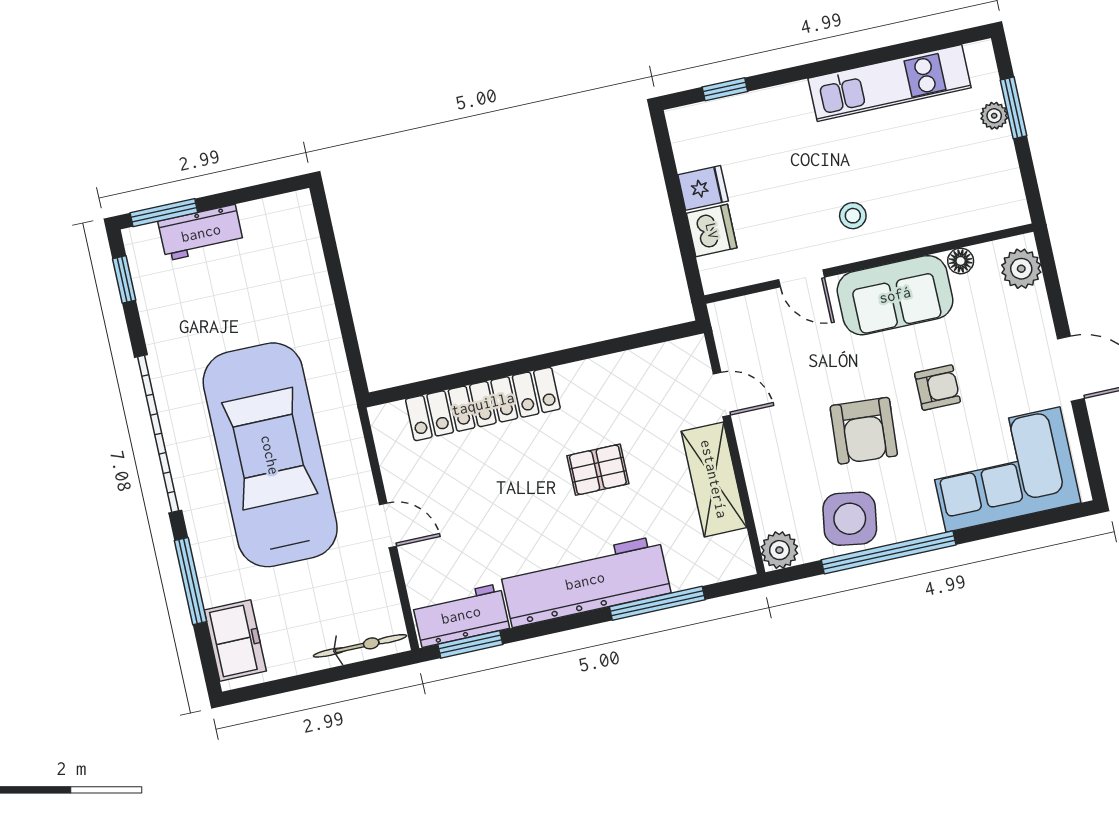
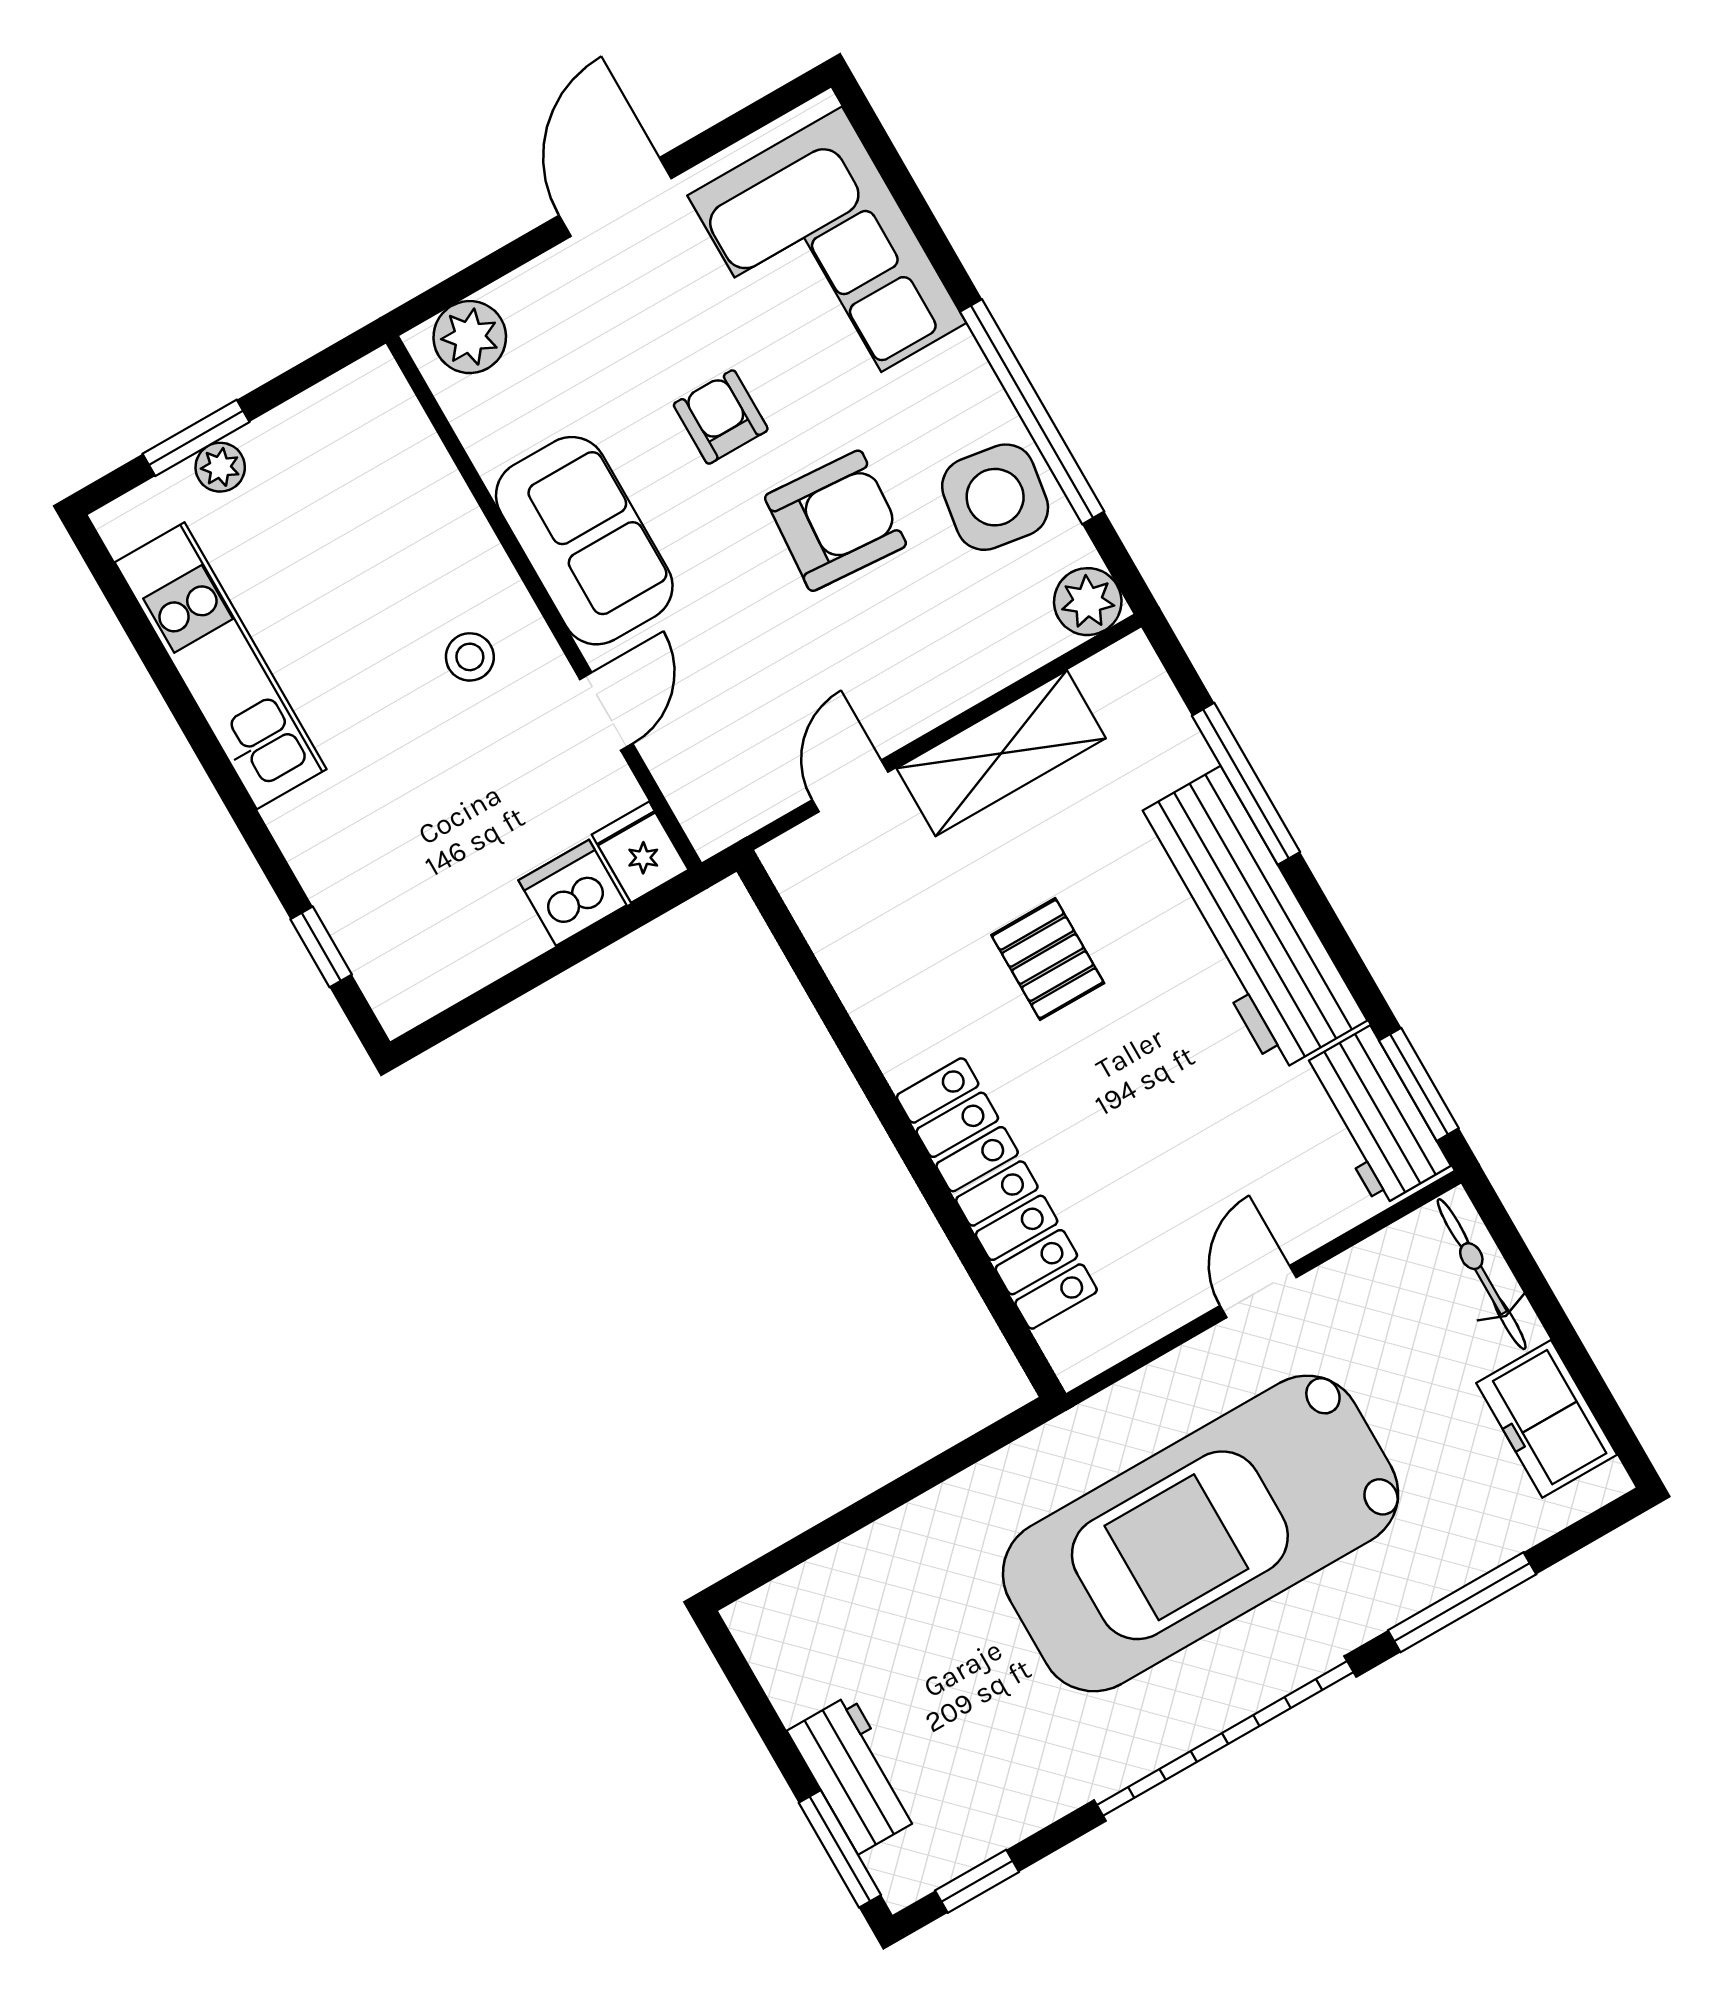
fridge: (703, 188) -> (640, 852), moved
floor lamp: (961, 261) -> (489, 446), removed
freezer: (235, 641) -> (1547, 1419), moved, turned -90

